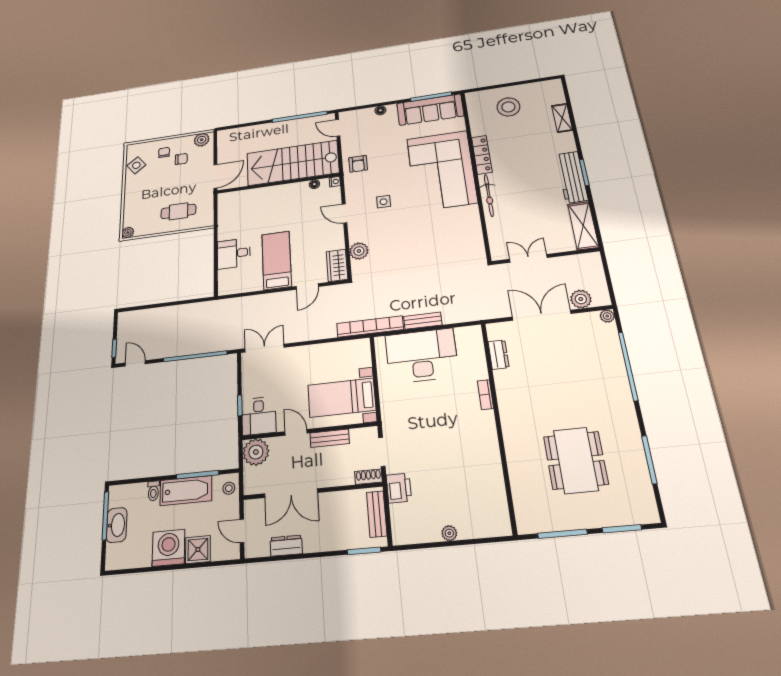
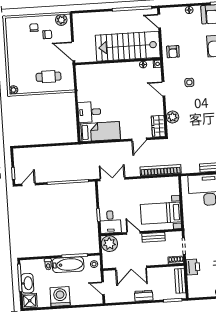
side table: (136, 165) -> (14, 36), removed
door: (215, 176) -> (73, 51), swing flipped
bed: (277, 260) -> (100, 132), moved, turned 90
bookcase: (370, 326) -> (161, 170), moved
door: (135, 363) -> (29, 184), hinge flipped
dresser: (286, 546) -> (144, 296), moved
shower: (198, 550) -> (30, 301), moved

